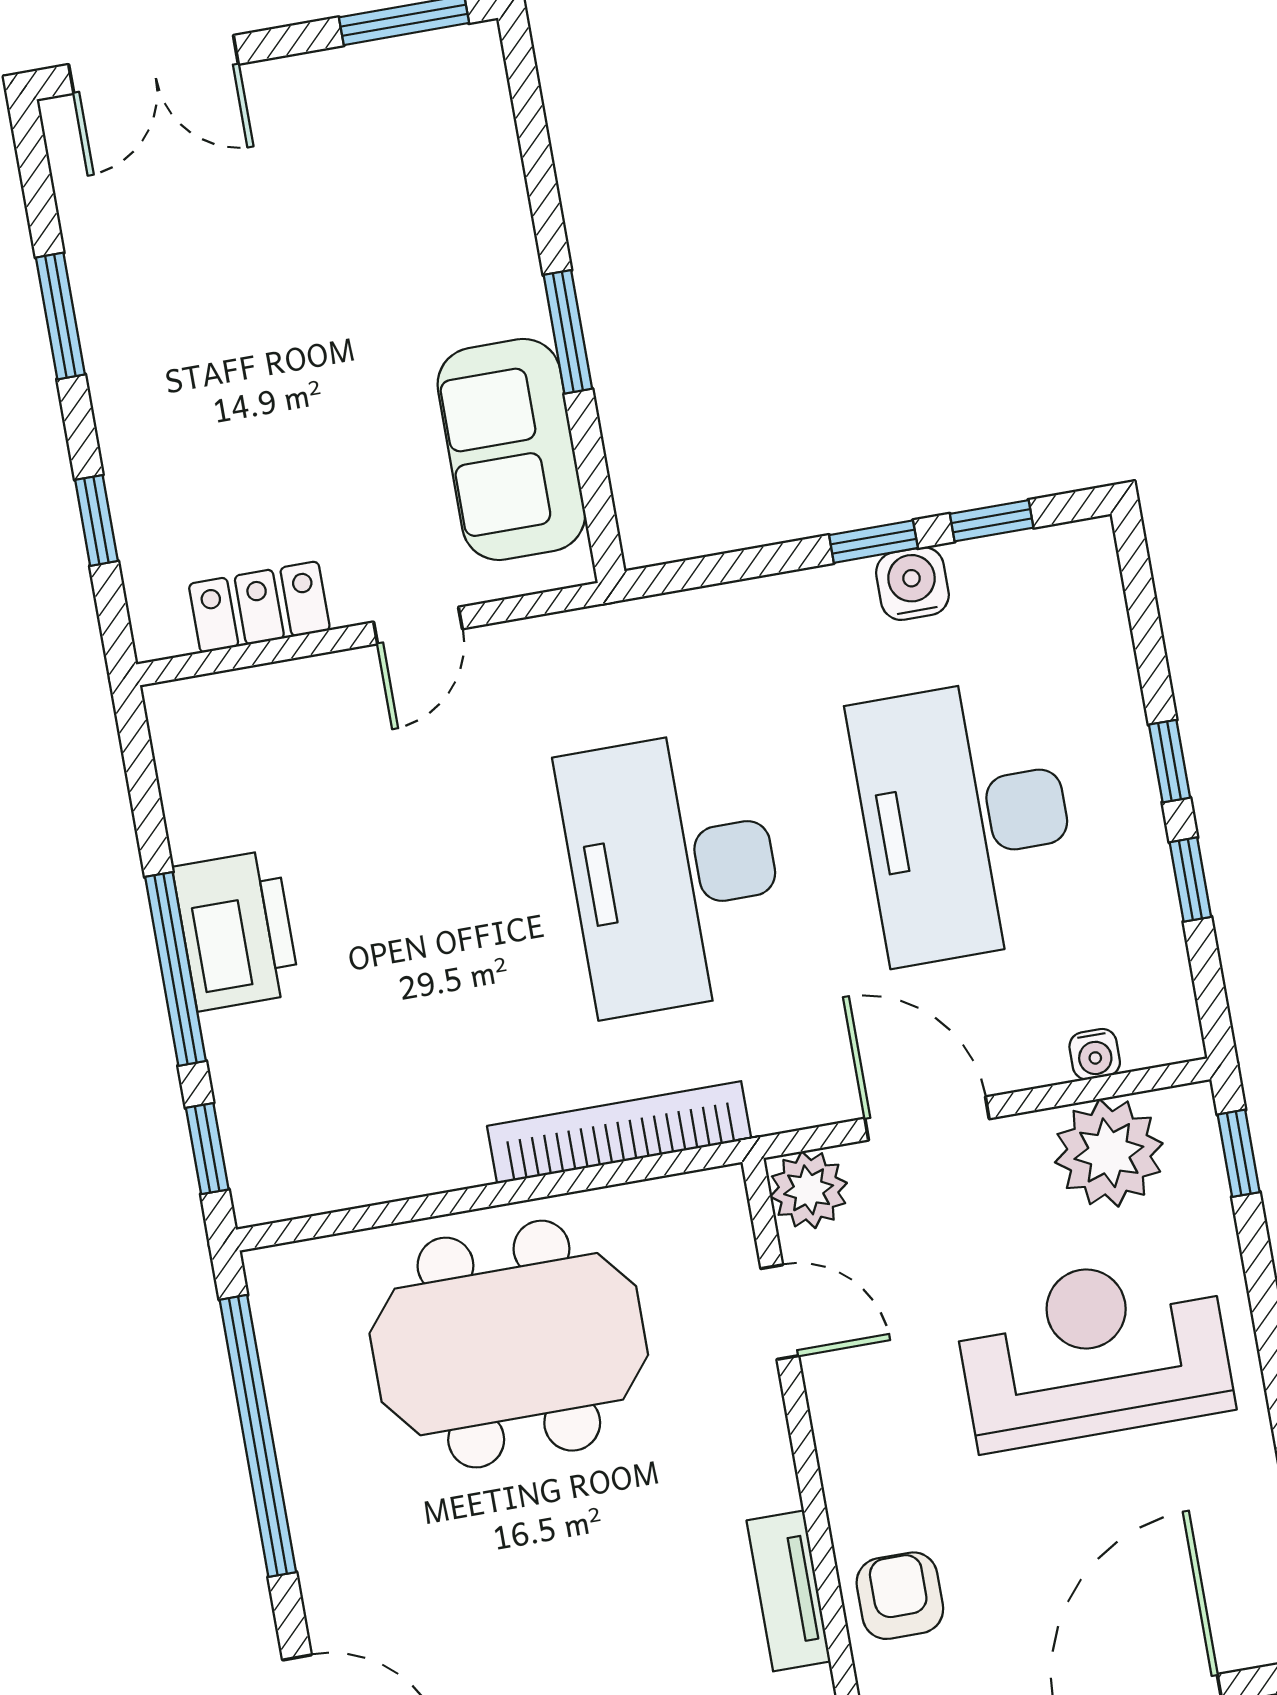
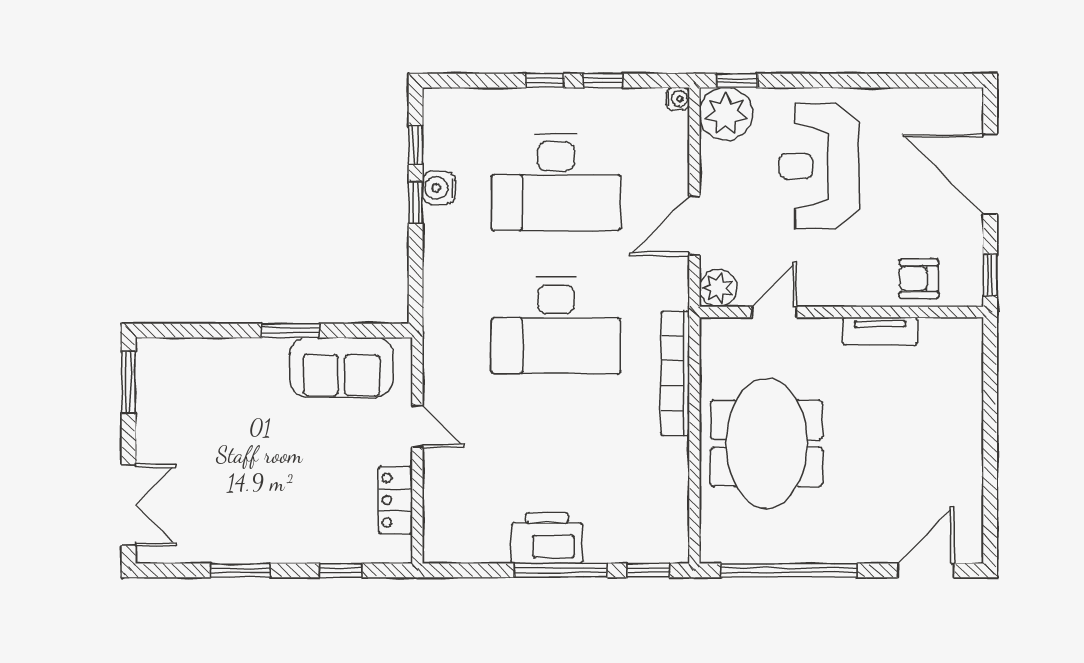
water cooler: (1095, 1054) -> (678, 99), moved
plant: (1109, 1153) -> (726, 114), moved
tv unit: (789, 1591) -> (880, 331), moved

